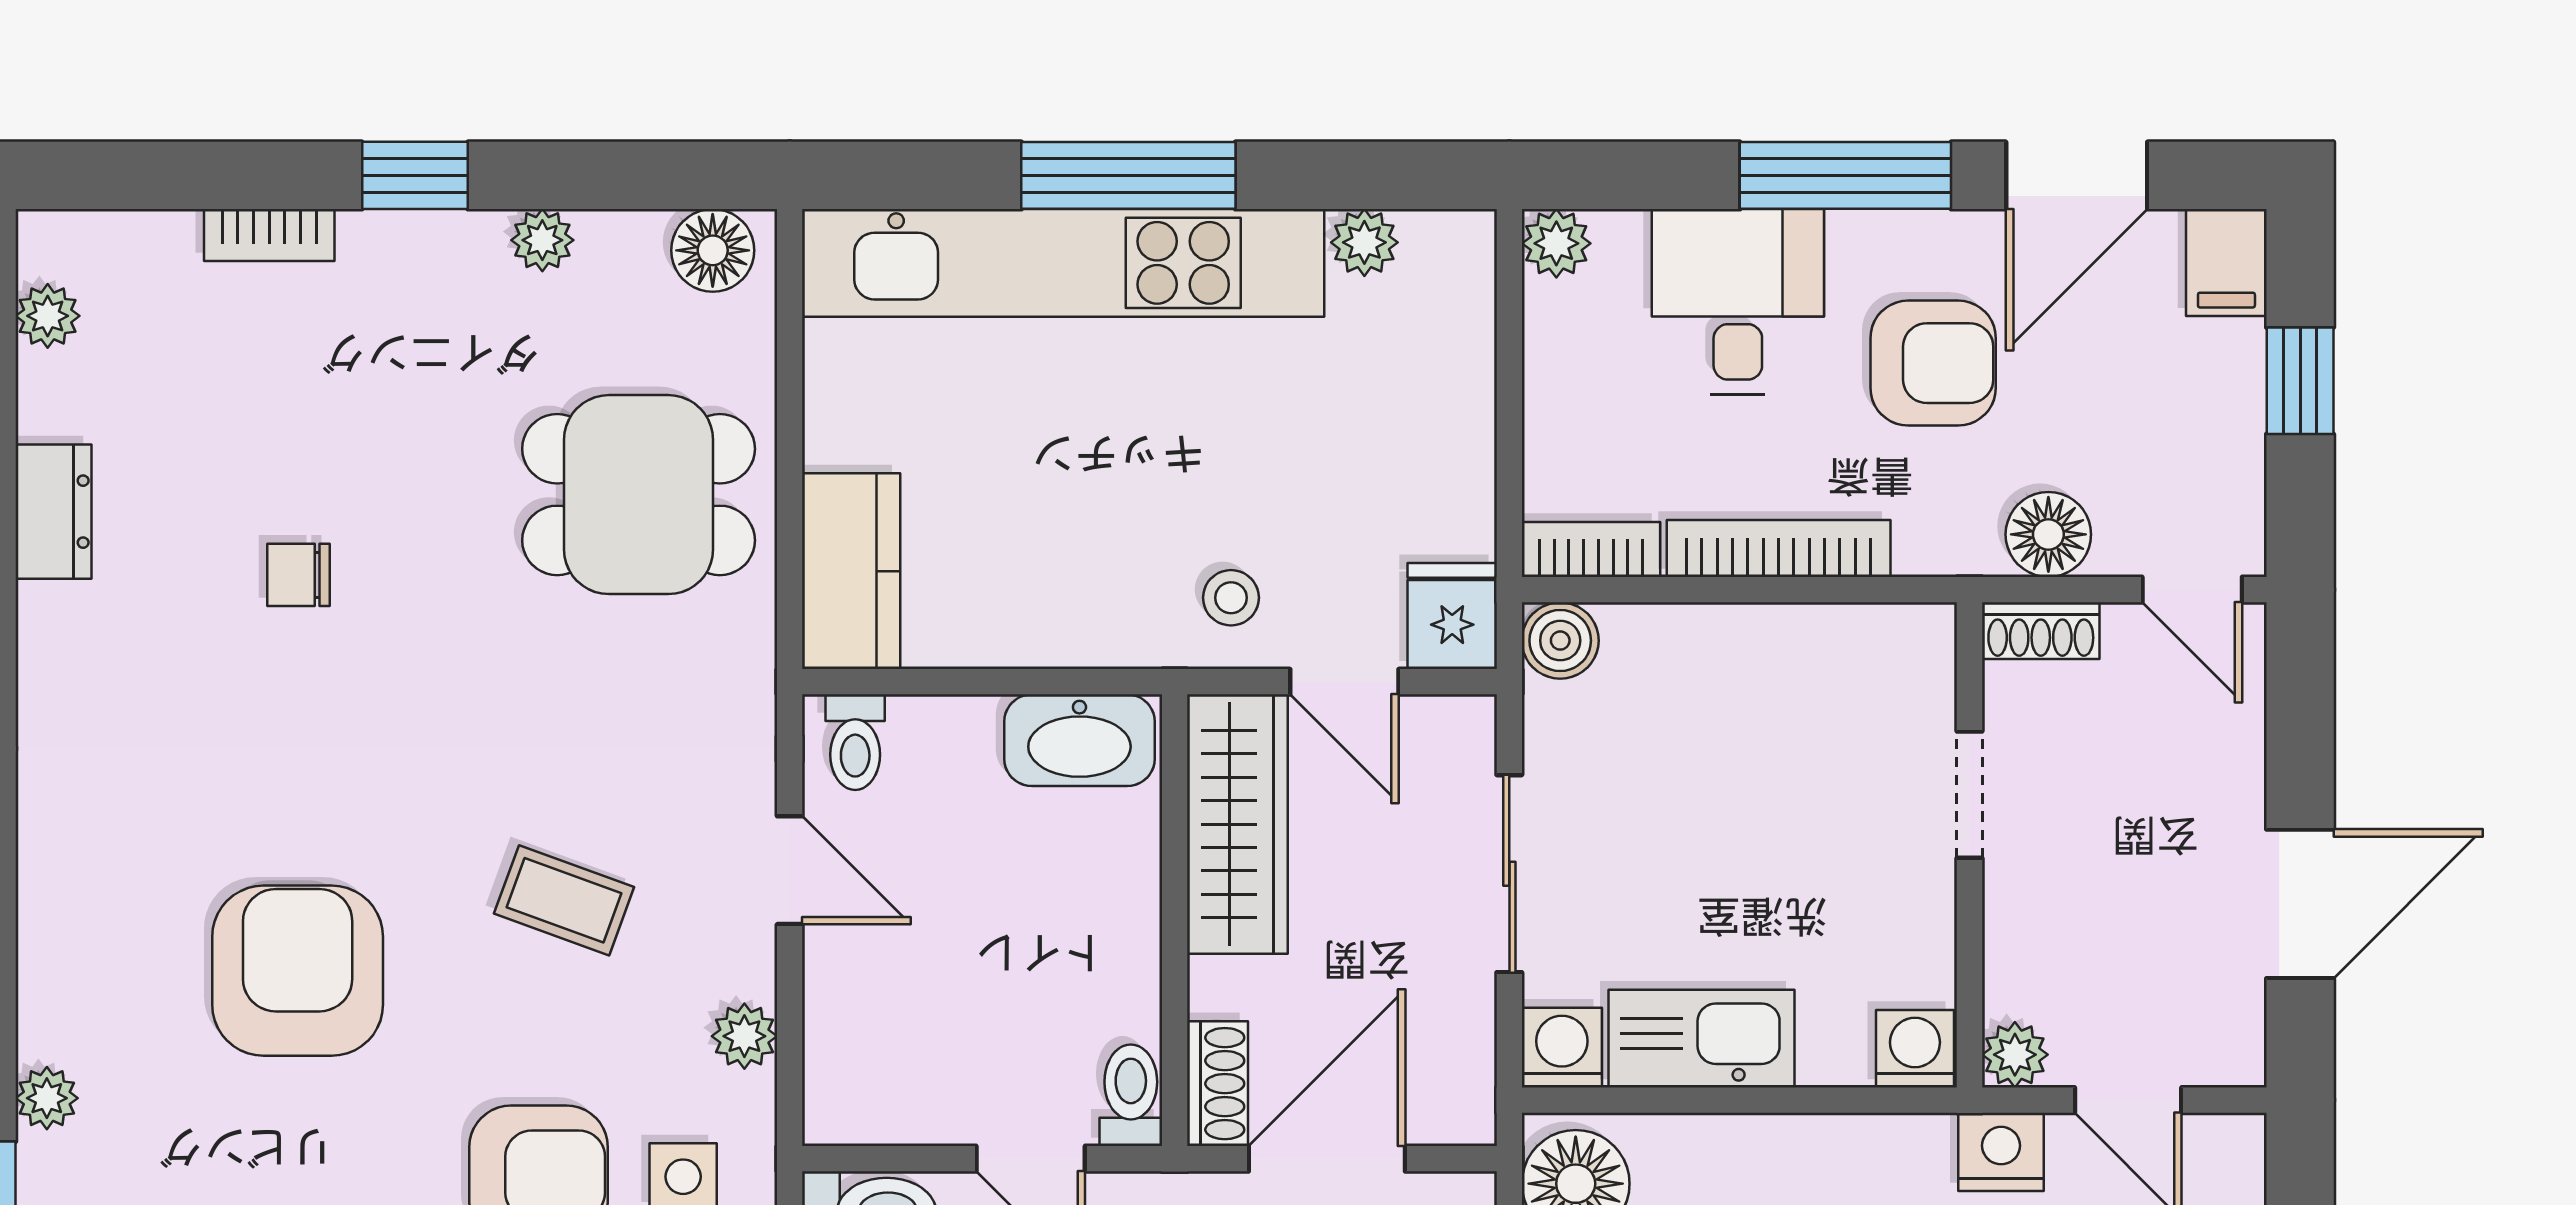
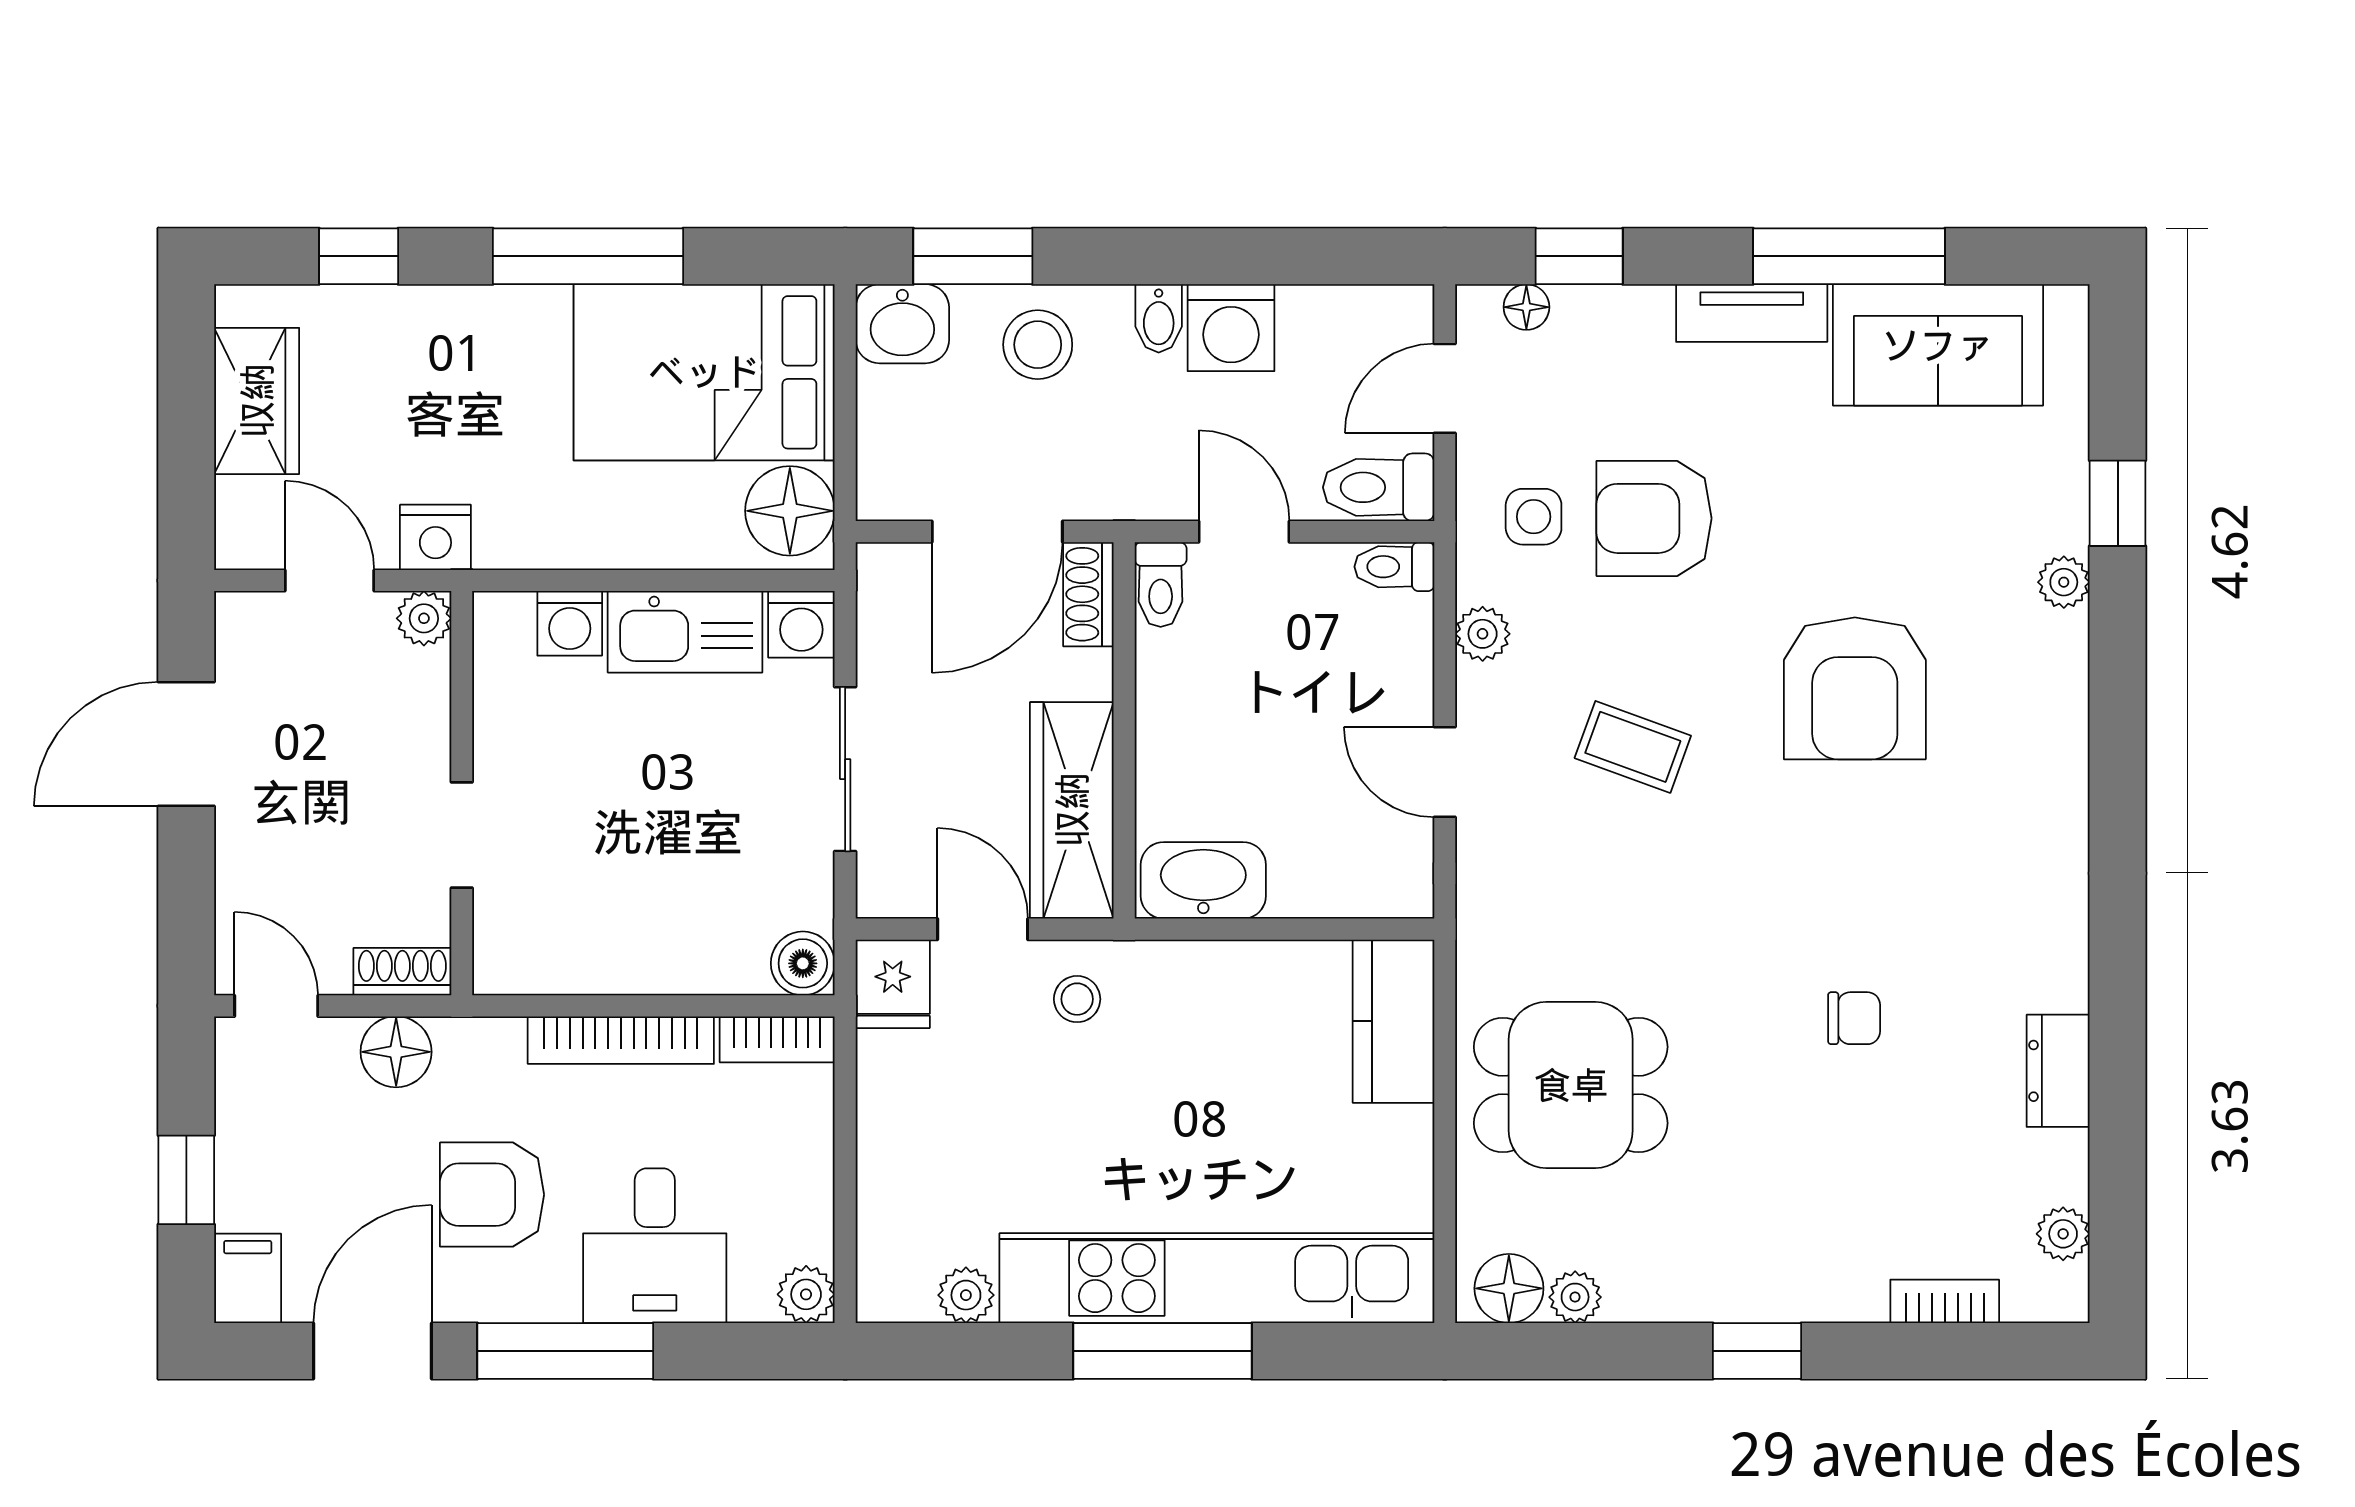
bookcase: (269, 235) -> (1945, 1301), moved
plant: (542, 240) -> (1575, 1297), moved
toilet: (855, 742) -> (1394, 567), moved, turned -90
washing machine: (1915, 1049) -> (570, 623), moved

